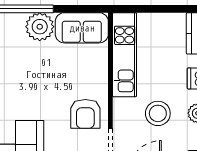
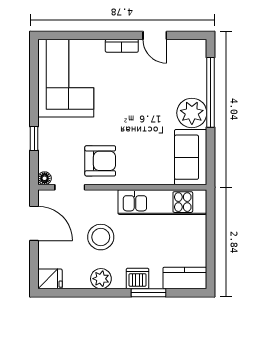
armchair: (85, 114) -> (100, 161), turned 180

